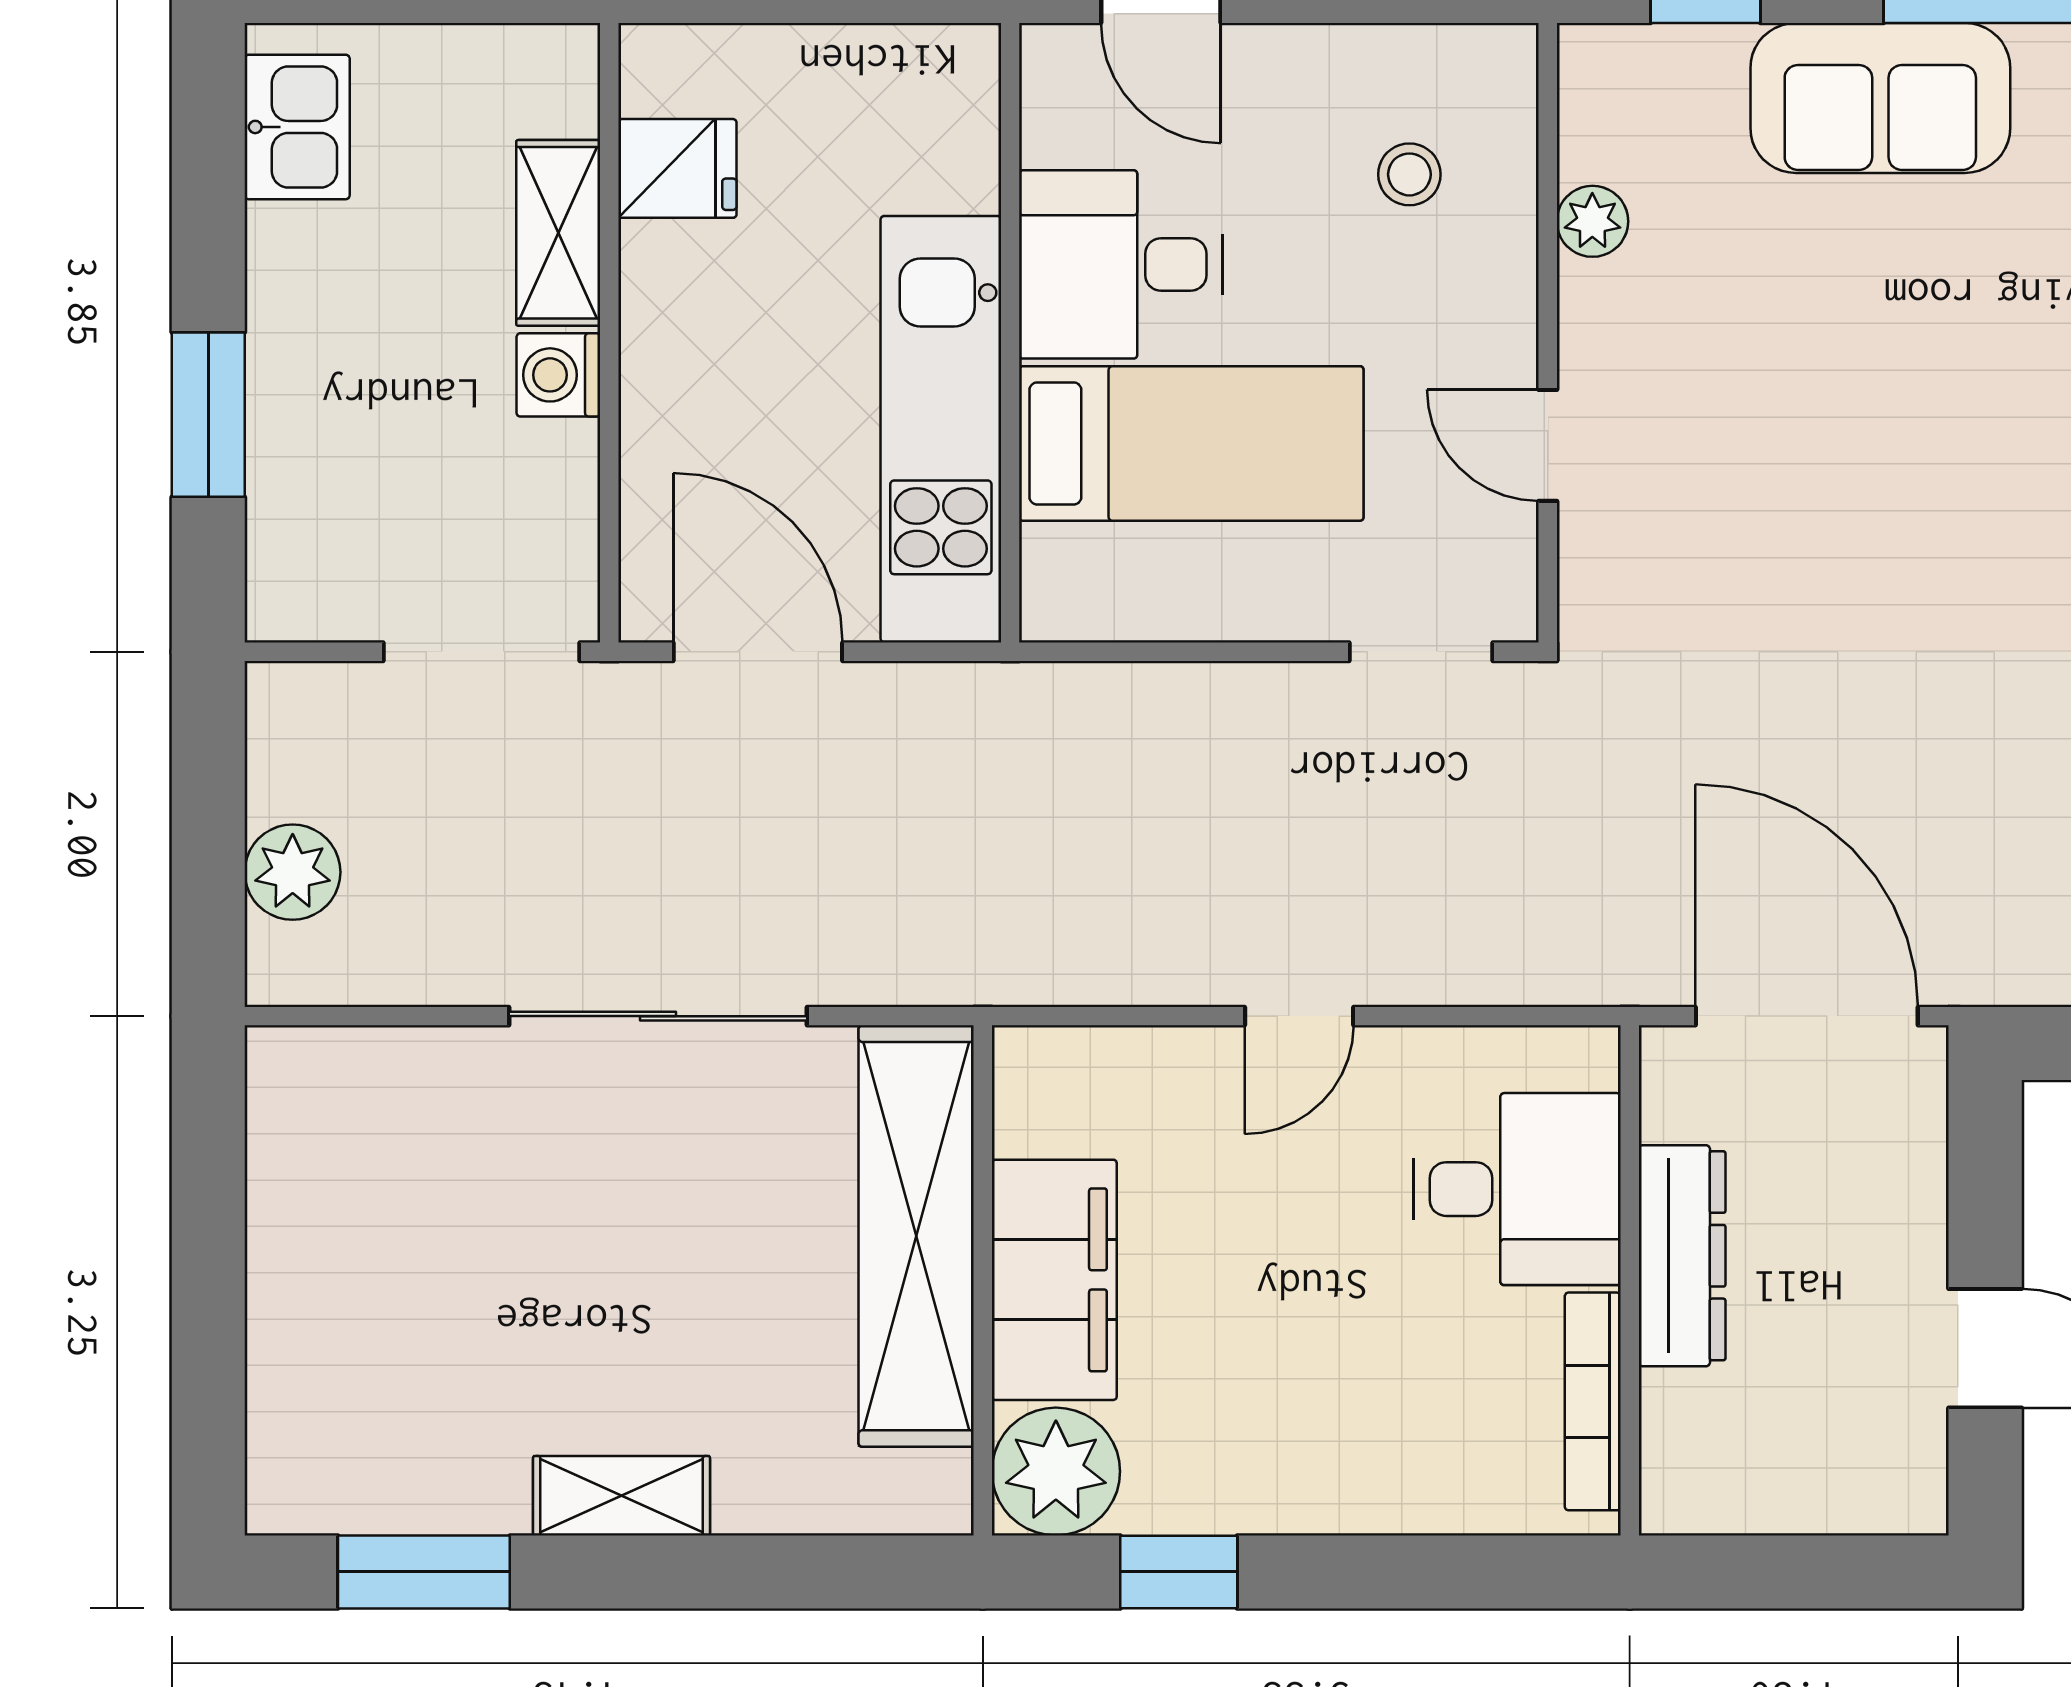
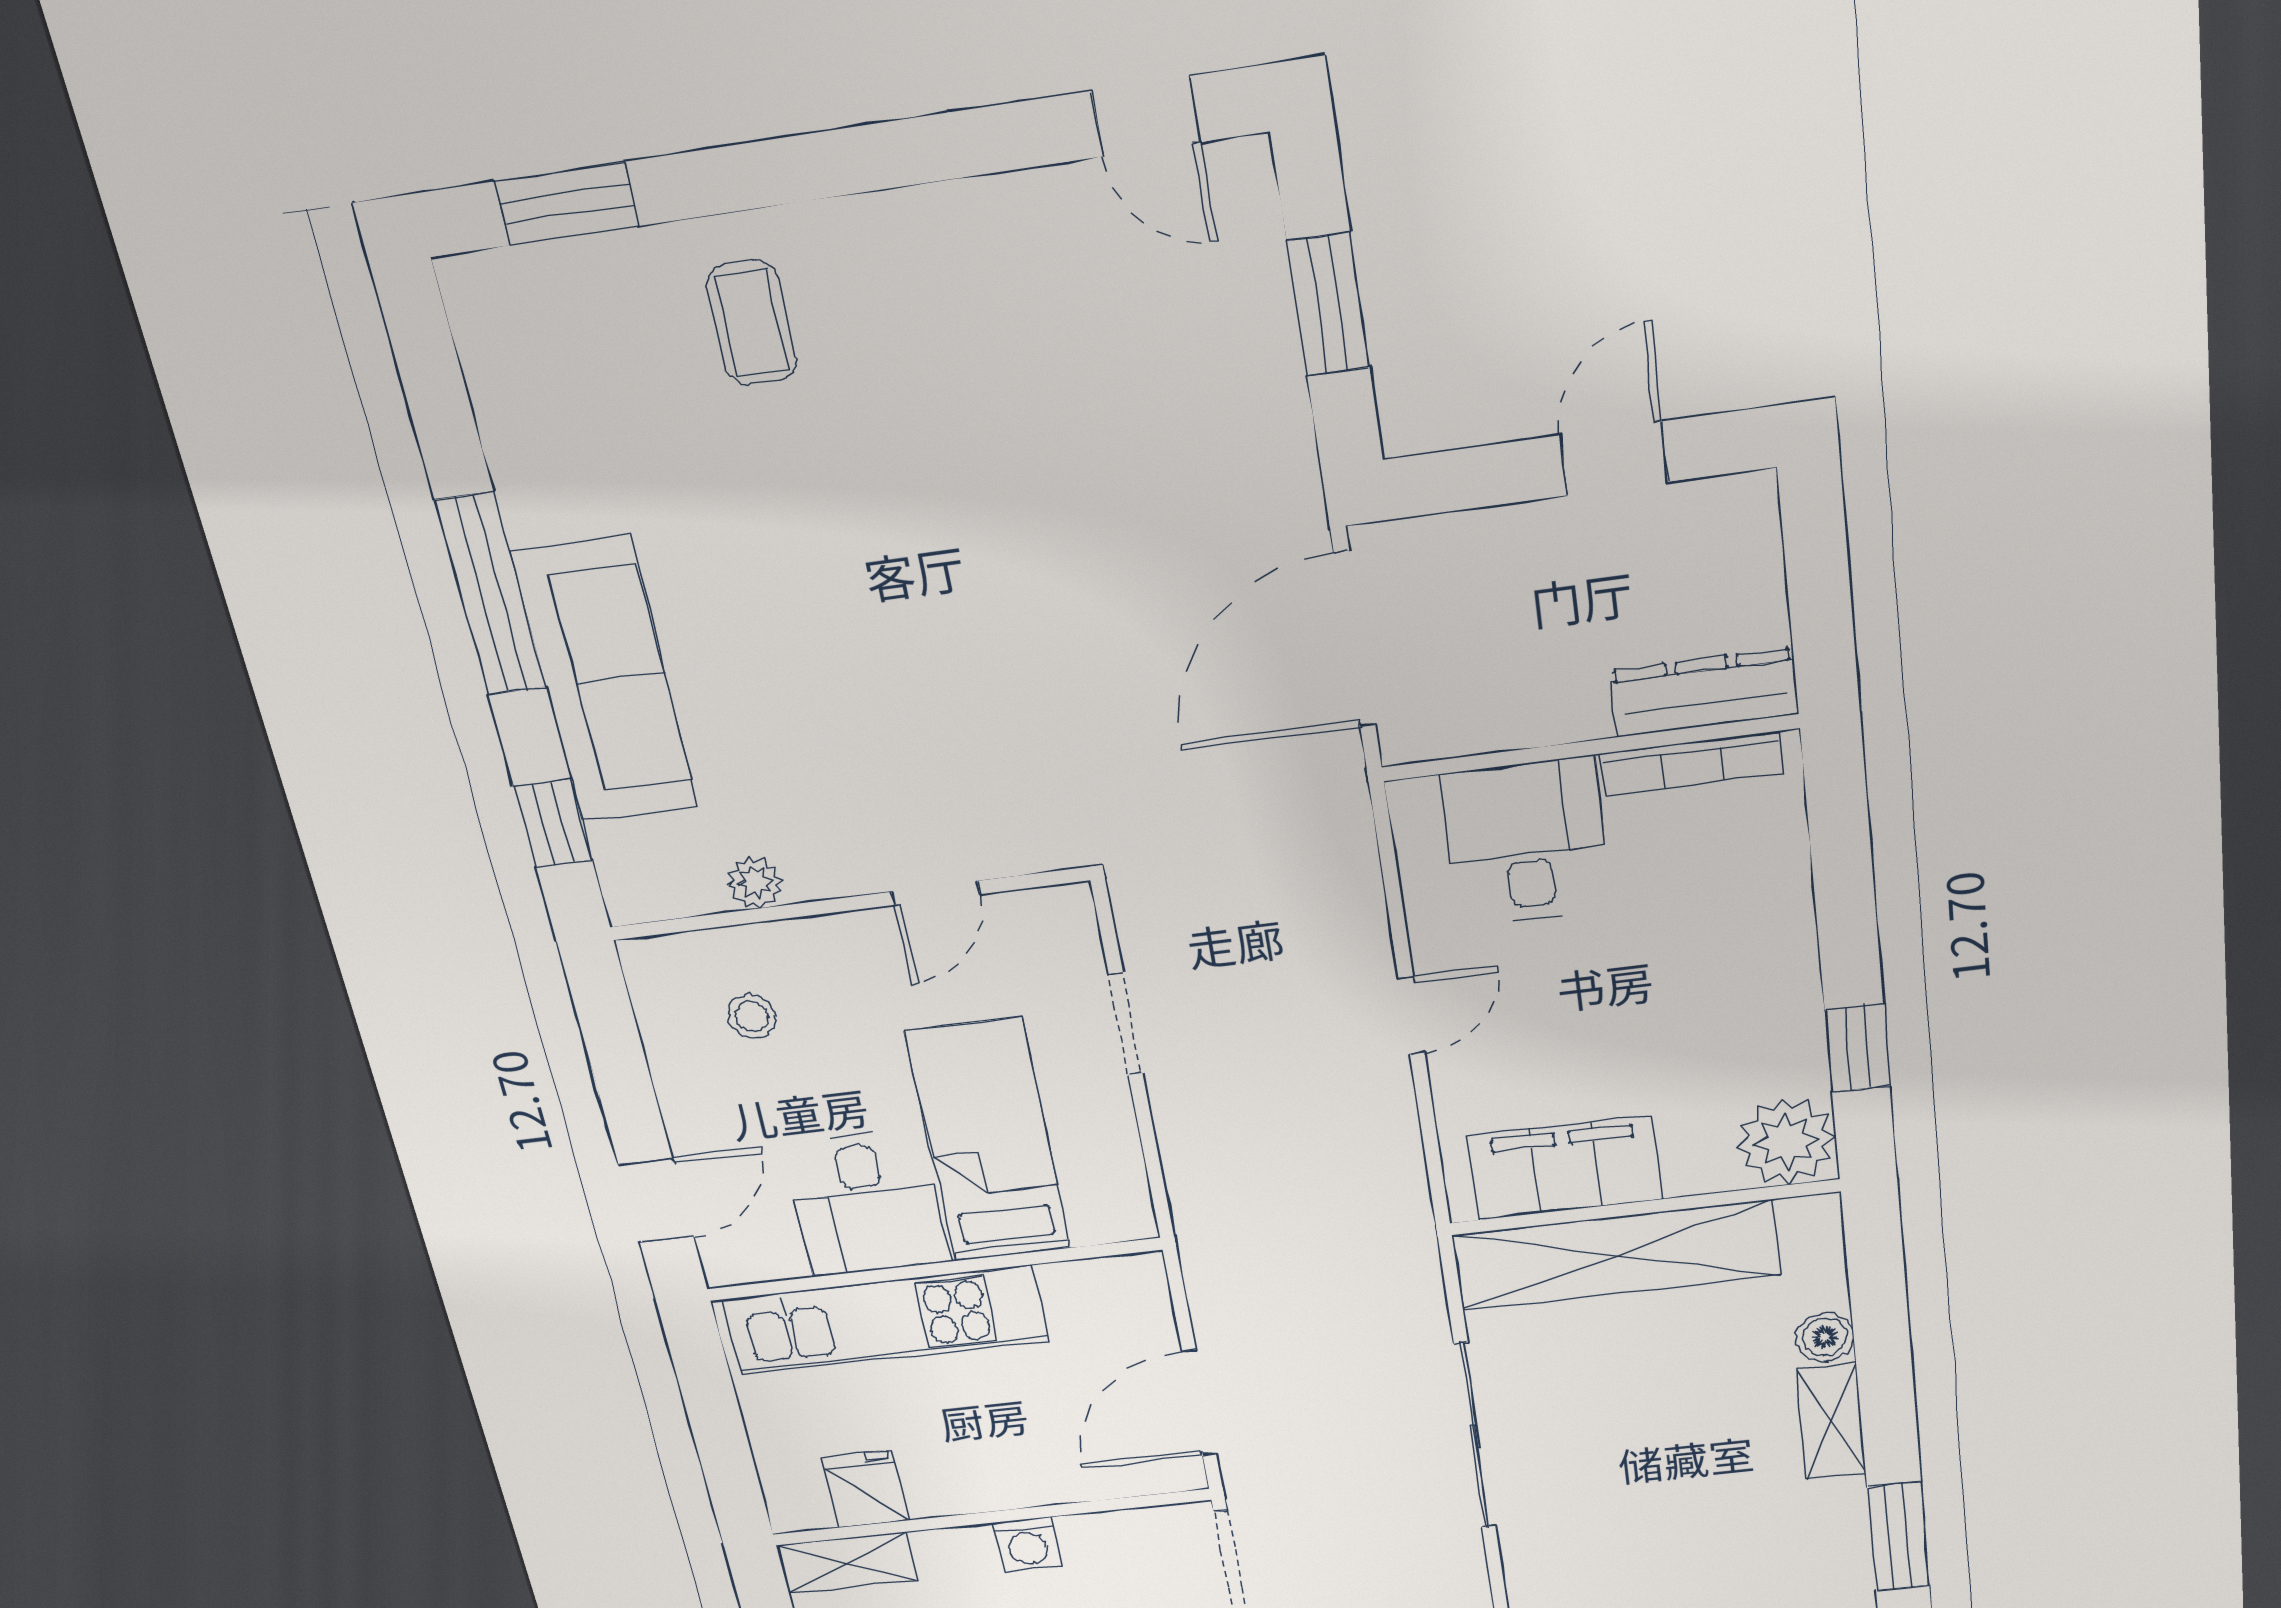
sofa: (1880, 98) -> (605, 681), width x1.36
shelving: (558, 233) -> (847, 1563), moved
kitchen unit: (941, 429) -> (885, 1320), moved
doorway: (1421, 652) -> (1126, 1024), moved
door: (1299, 1016) -> (1412, 1015), hinge flipped
dresser: (1682, 1256) -> (1704, 692), moved
filing cabinet: (1054, 1280) -> (1566, 1168), moved
boiler: (755, 1497) -> (1825, 1337), added

